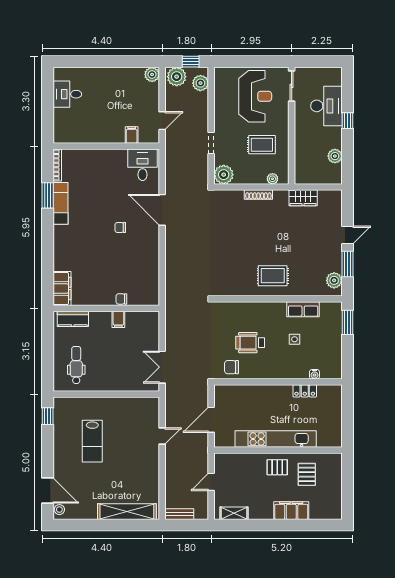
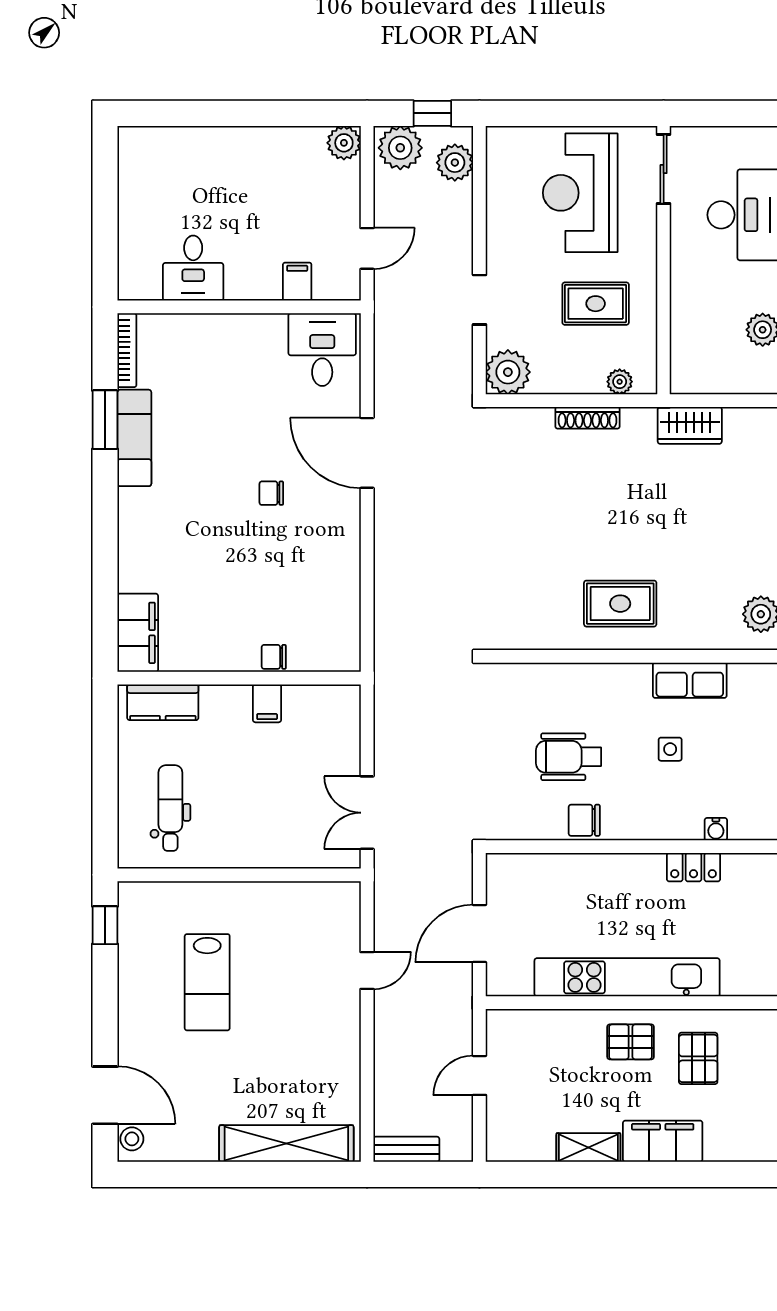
desk: (67, 94) -> (193, 268), moved, turned -90
reception desk: (255, 96) -> (580, 193), turned 180
chair: (232, 367) -> (584, 820), moved
shelving: (234, 513) -> (588, 1147), moved

